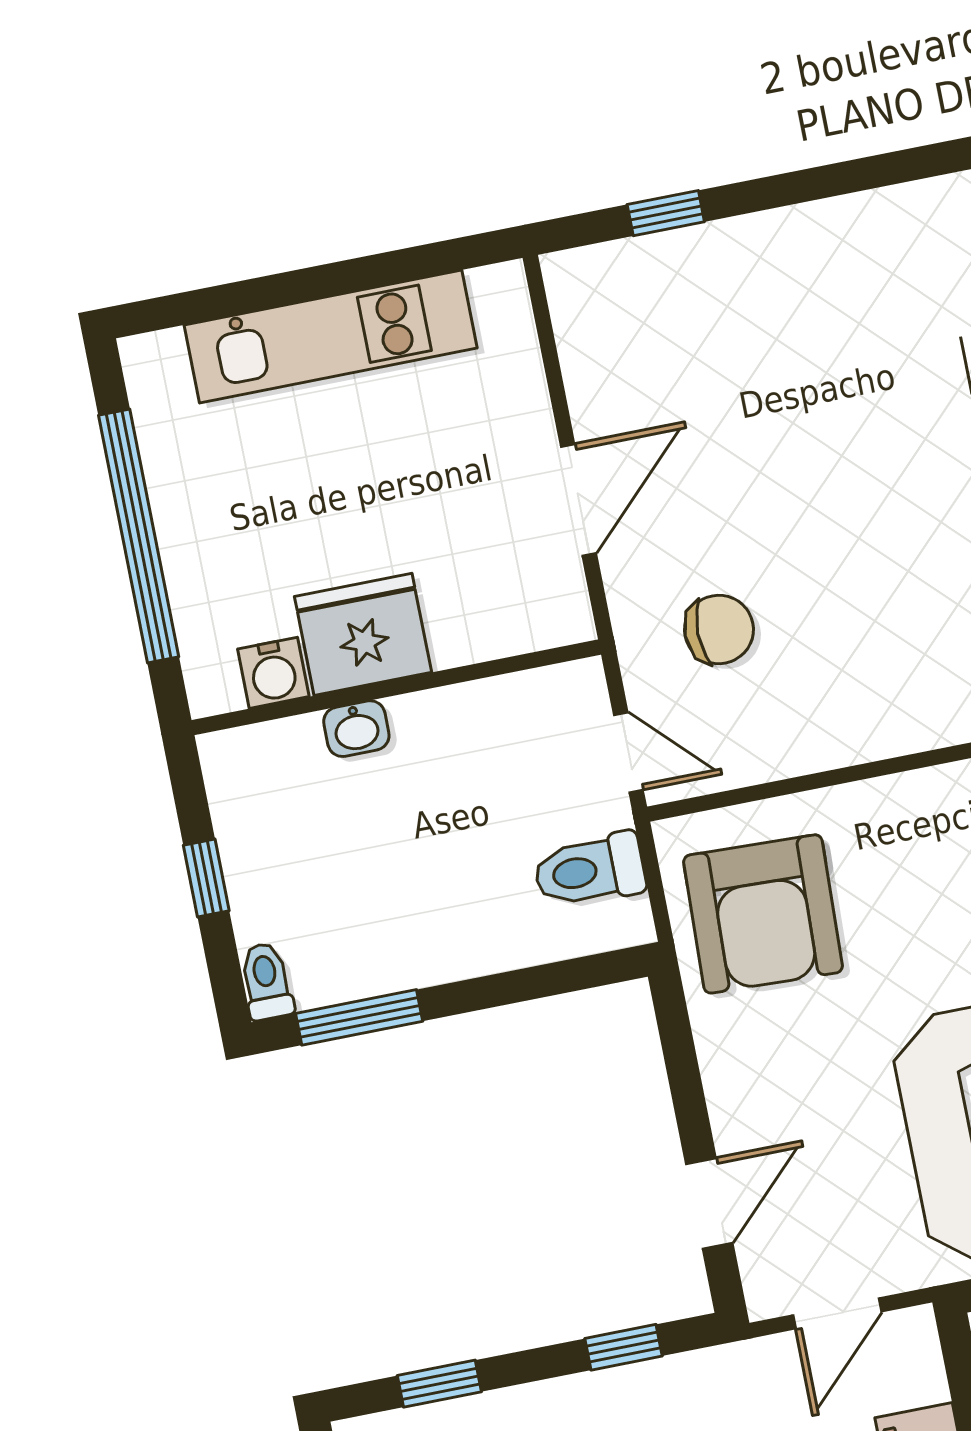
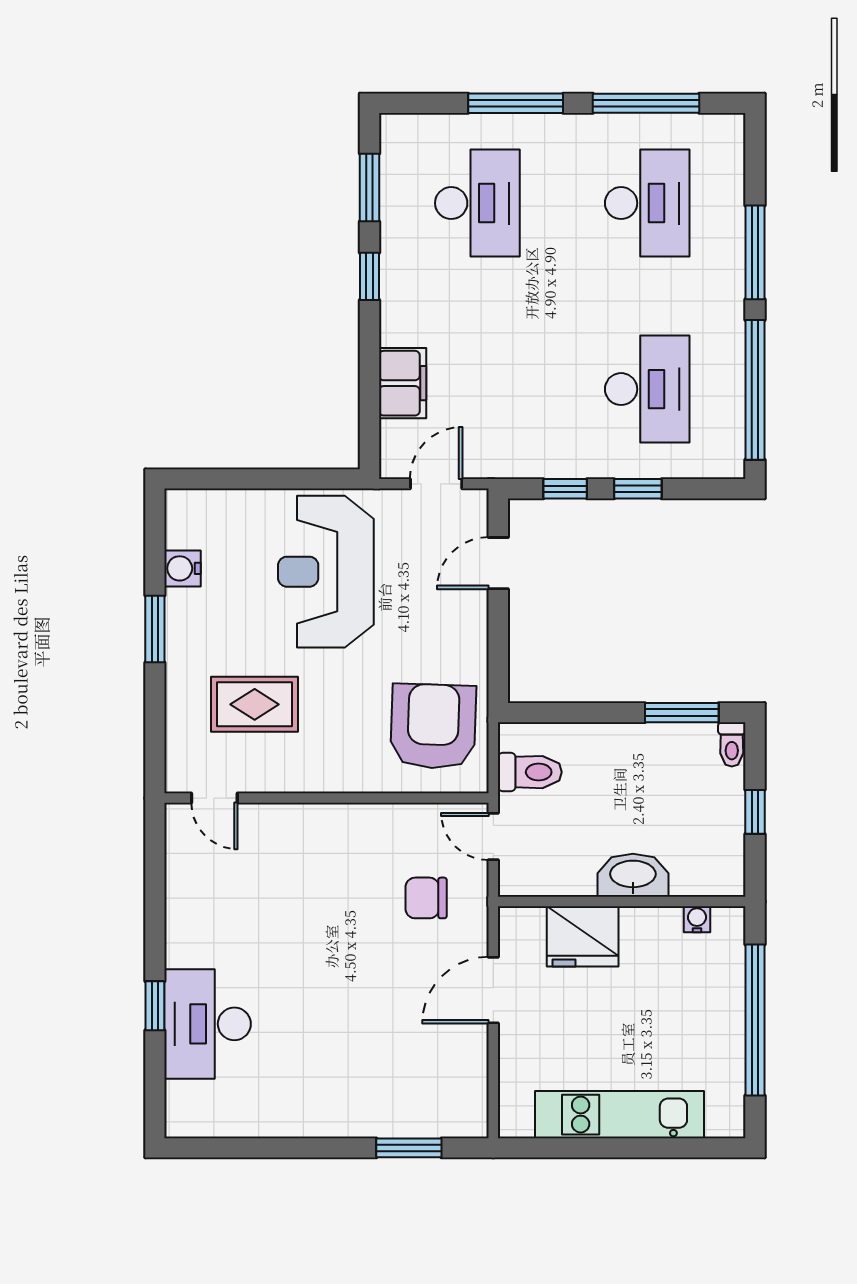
window: (666, 213) -> (409, 1148), width x1.50
fridge: (363, 634) -> (583, 936), moved
water cooler: (273, 673) -> (697, 919), width x0.72, depth x0.72
washbasin: (356, 729) -> (633, 875), width x1.91, depth x1.45
window: (439, 1384) -> (638, 489), moved

